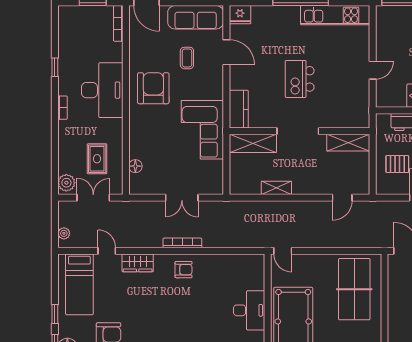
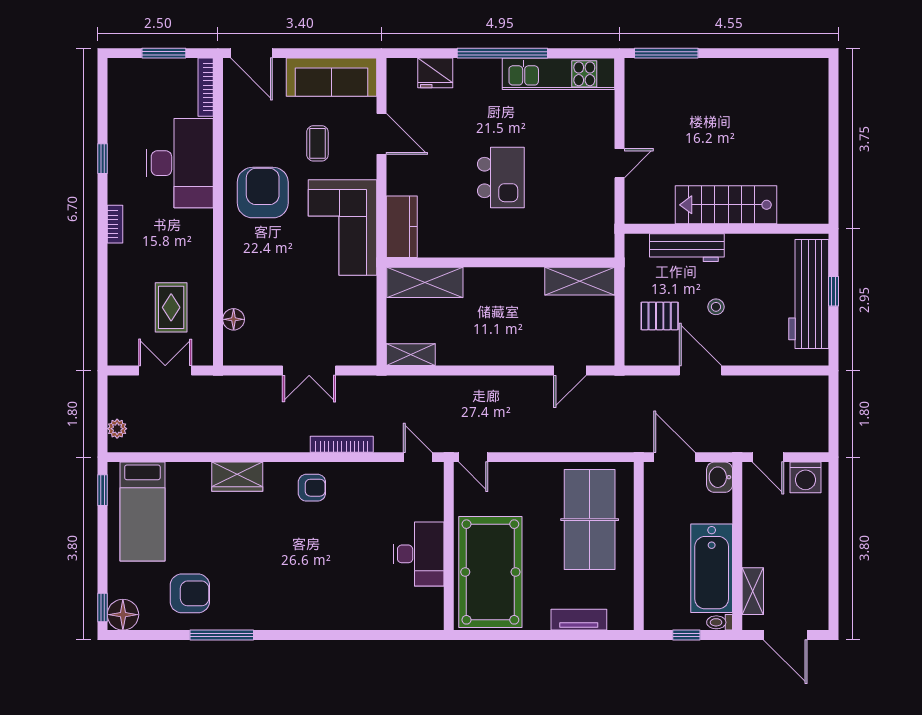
fridge: (240, 15) -> (435, 73), moved
kitchen island: (300, 79) -> (501, 177), turned 180
desk: (102, 90) -> (180, 163), moved
corner sofa: (202, 130) -> (343, 228), moved
doorway: (298, 131) -> (498, 262), removed
plant: (66, 183) -> (121, 346), removed
shelving: (276, 188) -> (411, 355), moved
bookcase: (182, 243) -> (342, 444), moved
door: (107, 251) -> (418, 457), moved
window: (55, 314) -> (103, 490), moved

